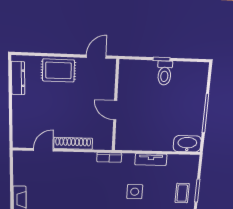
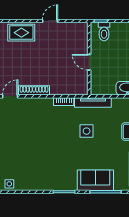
wall: (115, 106) -> (89, 59), moved
door: (115, 110) -> (89, 62), moved
tv unit: (151, 159) -> (93, 103), width x1.41

